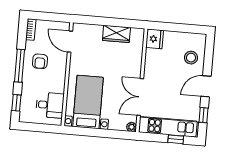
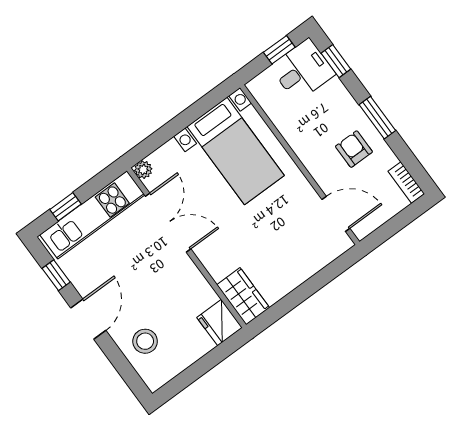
wardrobe: (116, 34) -> (243, 296), moved, turned 90
window: (20, 66) -> (377, 118), width x0.69
desk: (50, 105) -> (303, 70), moved, turned 180
window: (35, 127) -> (279, 50), added

